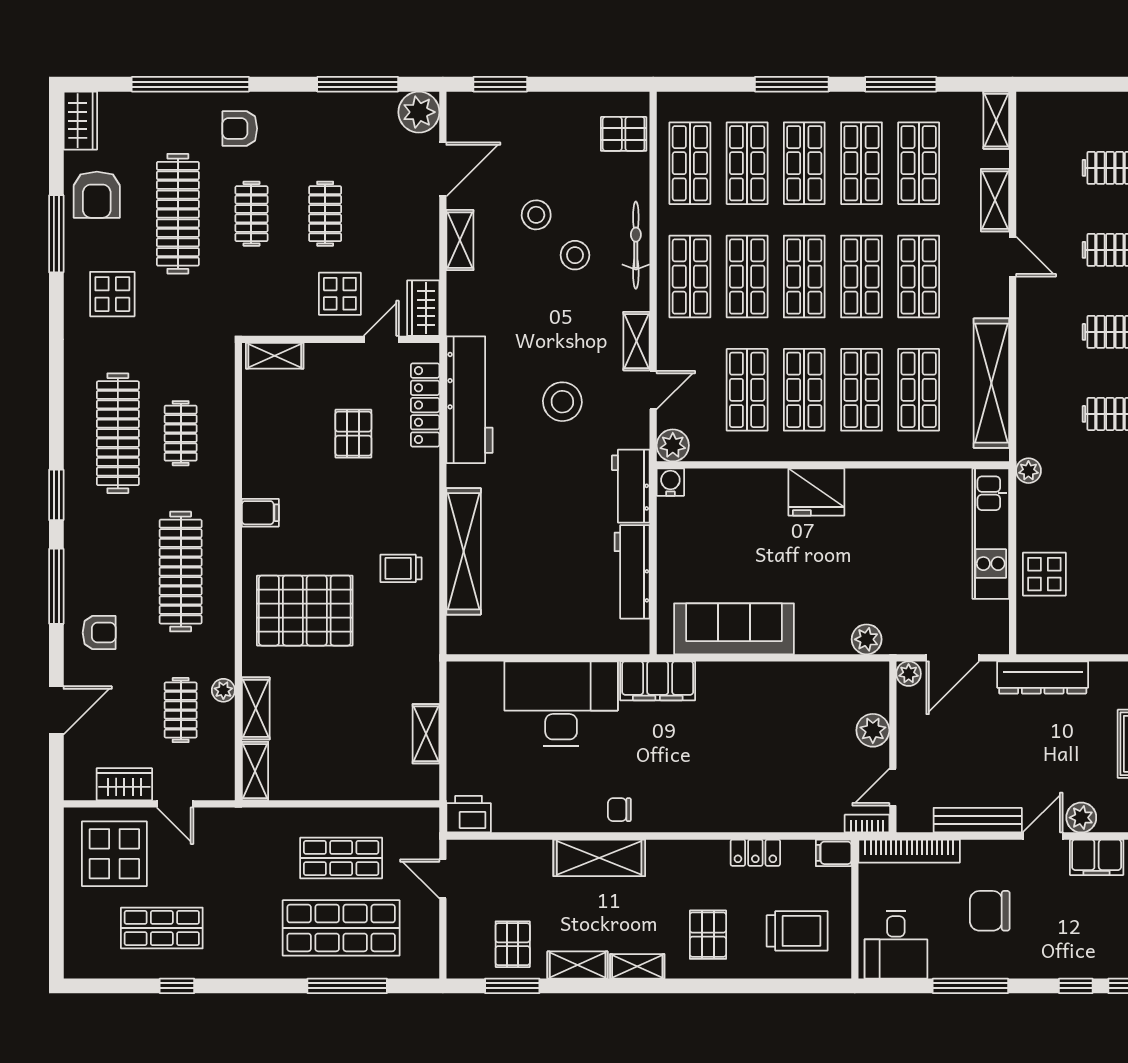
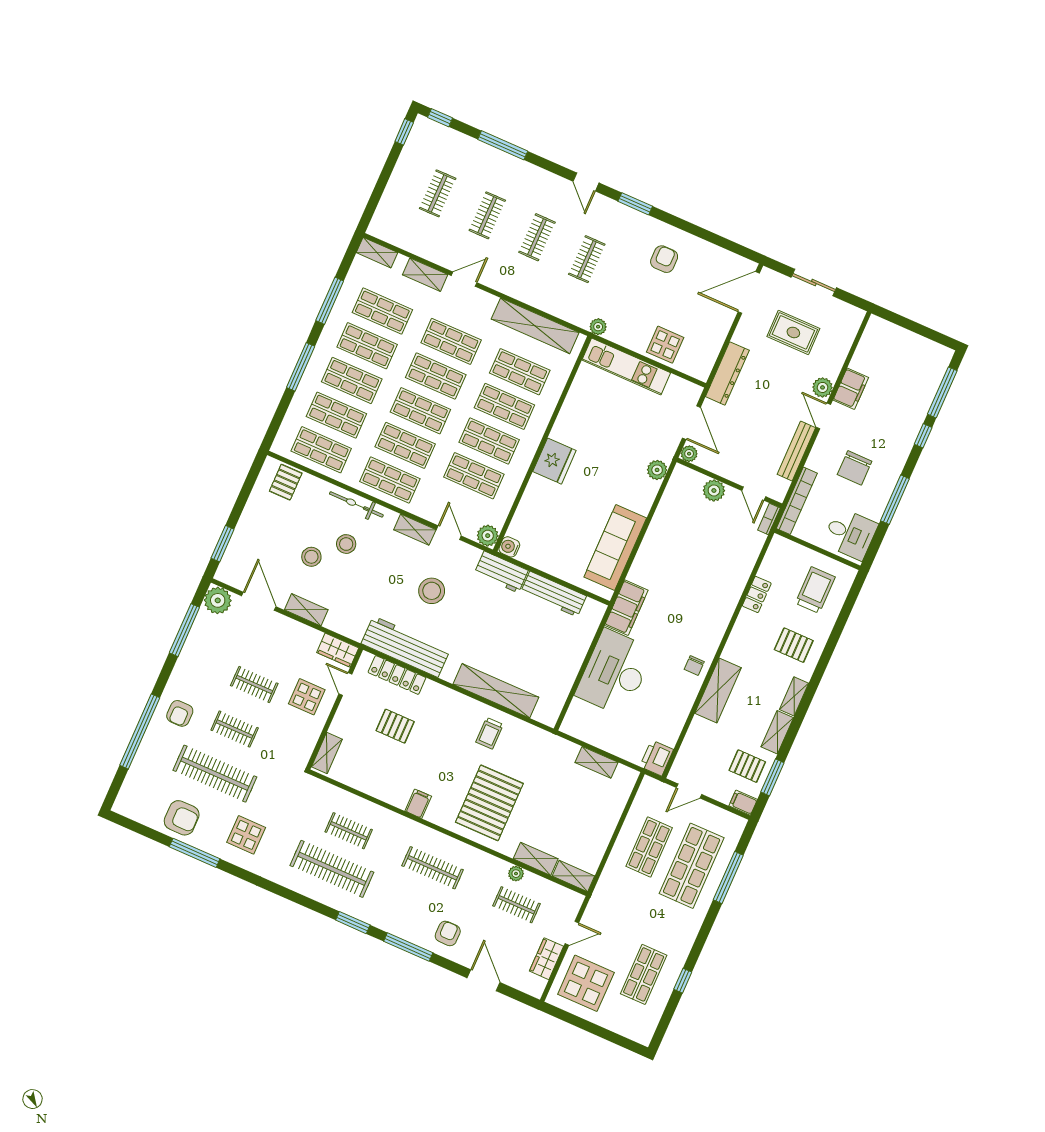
wardrobe: (80, 121) -> (132, 808), removed
clothes rail: (181, 572) -> (433, 868), width x0.73, depth x0.76
filing cabinet: (834, 853) -> (743, 803), moved, turned 90

